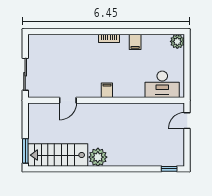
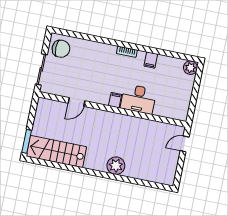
chair: (41, 49) -> (61, 49), added
desk: (162, 84) -> (138, 99), moved
plant: (98, 157) -> (116, 166), moved
window: (169, 169) -> (159, 186), removed

